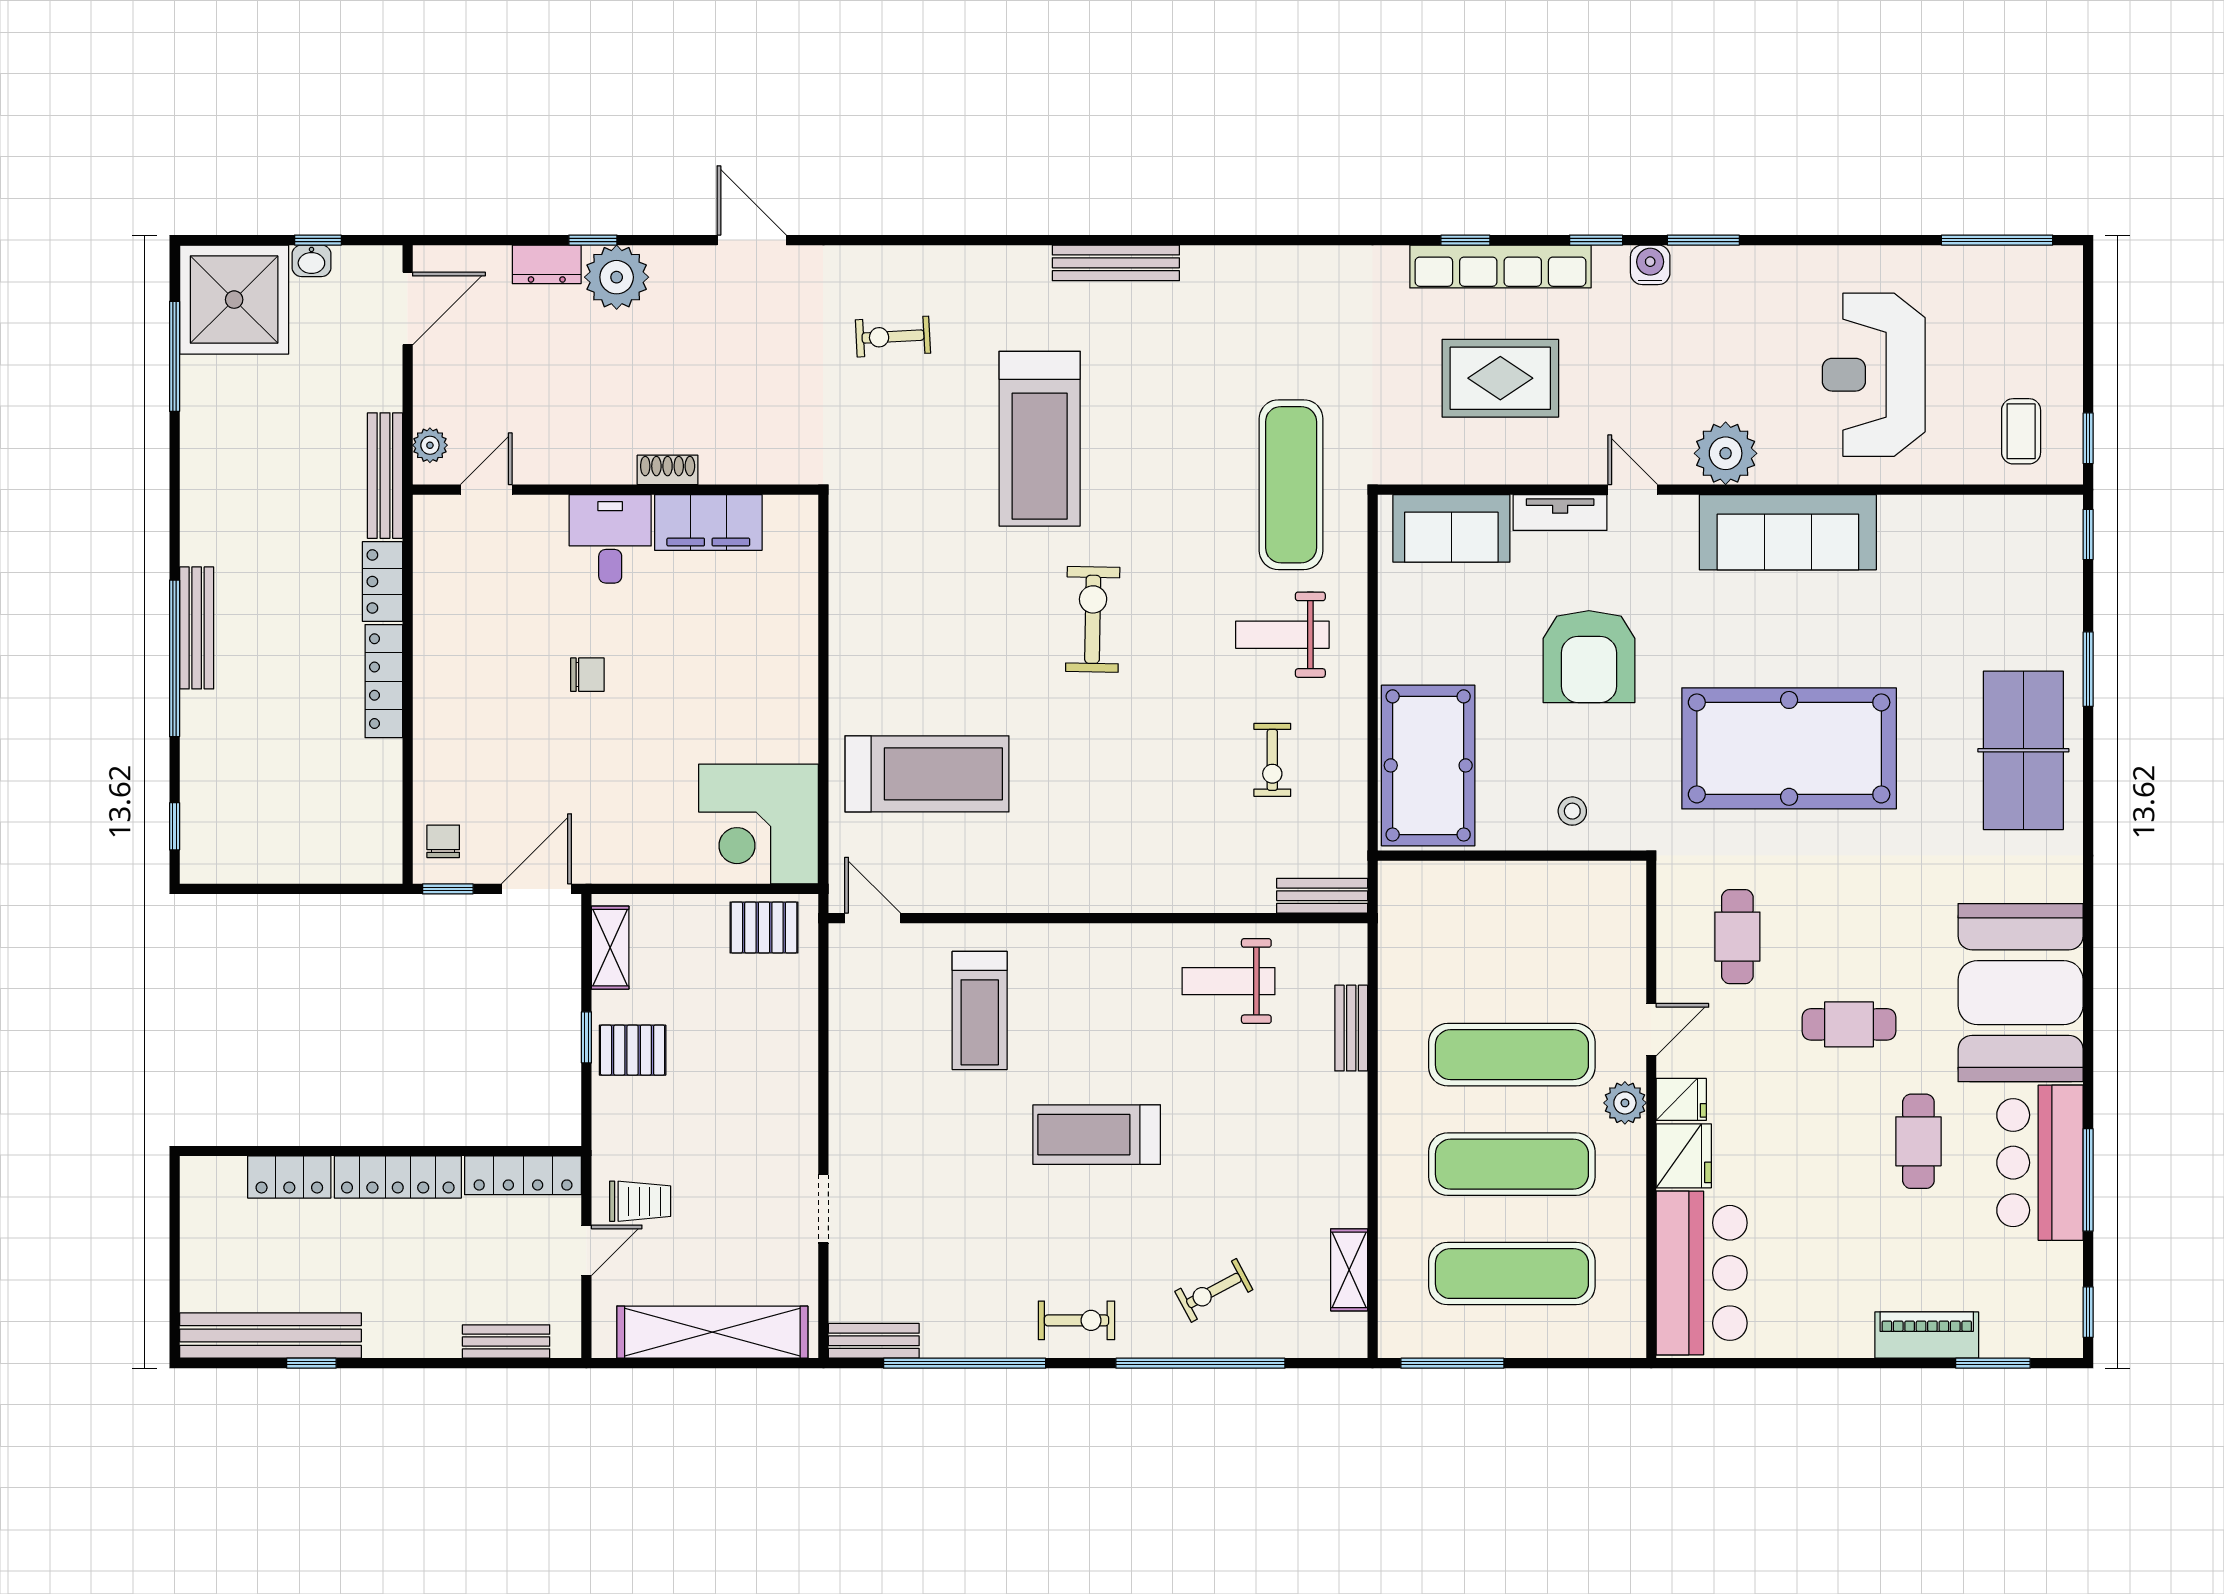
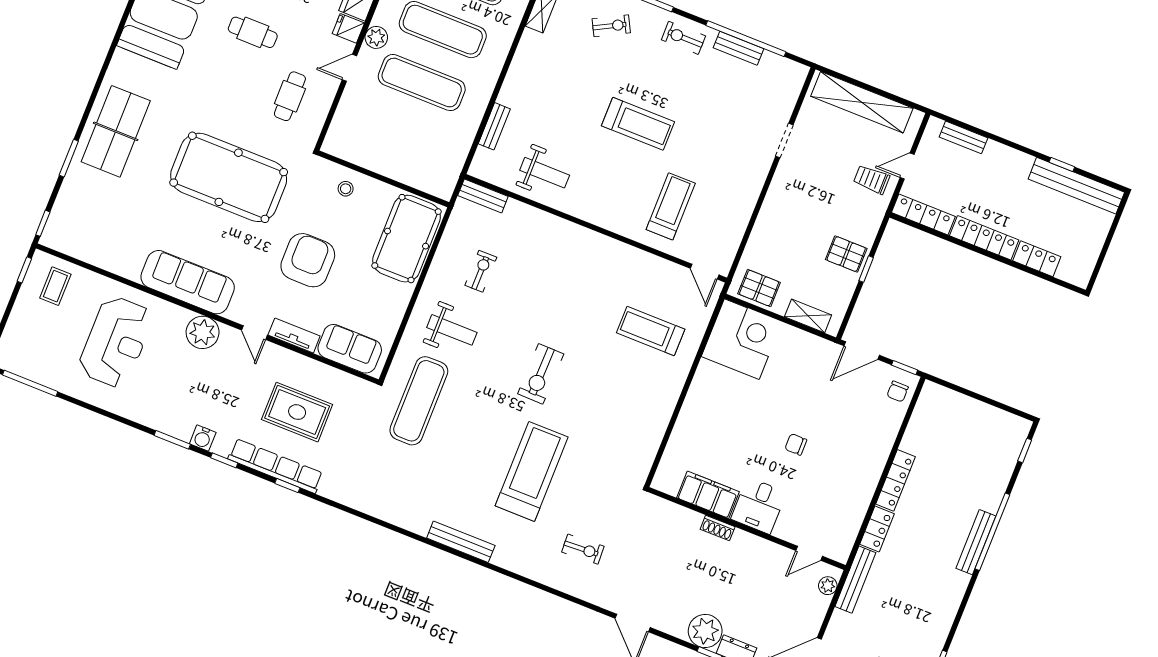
treadmill: (927, 774) -> (651, 331), width x0.73, depth x0.73
shelving: (610, 948) -> (808, 316), moved, turned 90
bench: (874, 1341) -> (738, 48), moved

